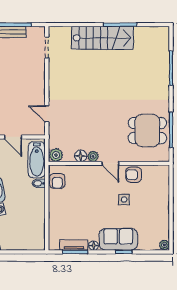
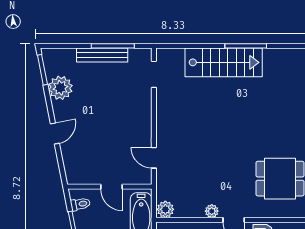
floor lamp: (81, 156) -> (196, 210), removed

